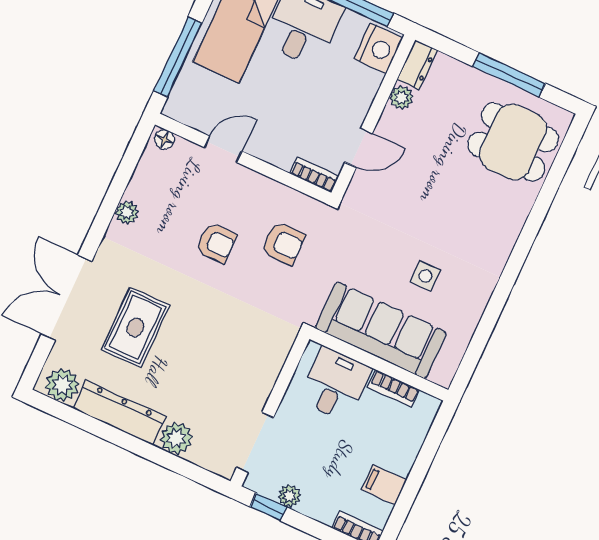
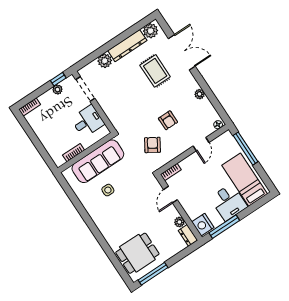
window: (509, 75) -> (153, 274), moved
armchair: (216, 243) -> (168, 120), turned -90
armchair: (283, 243) -> (152, 145), turned 122
desk: (335, 384) -> (88, 121), moved, turned -90
filing cabinet: (384, 485) -> (40, 127), removed

